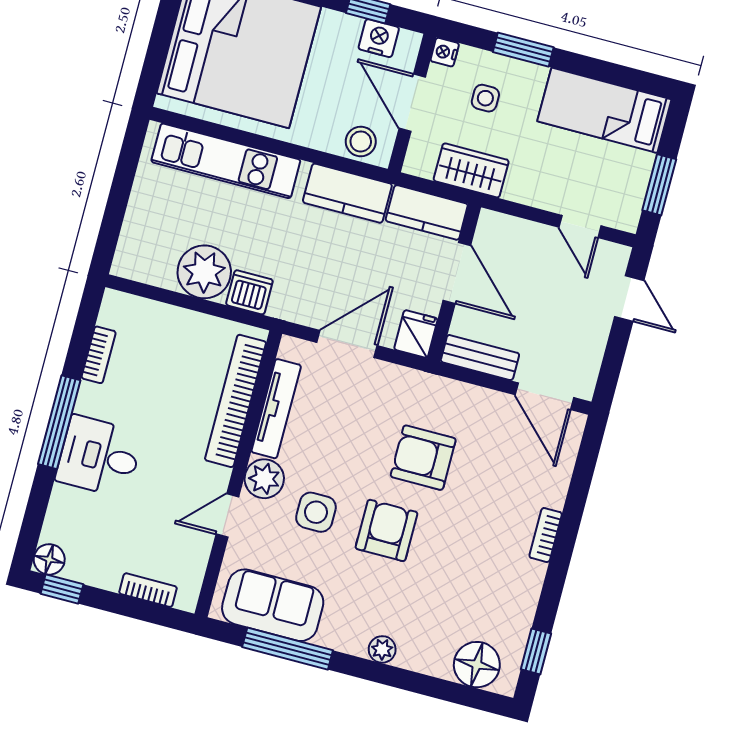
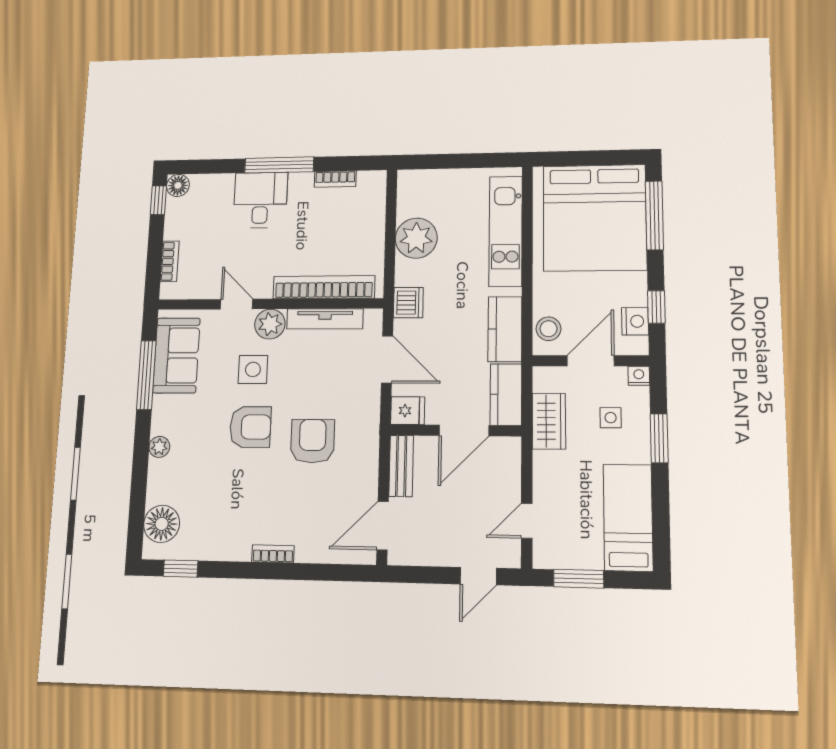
dishwasher: (249, 292) -> (408, 303), moved

